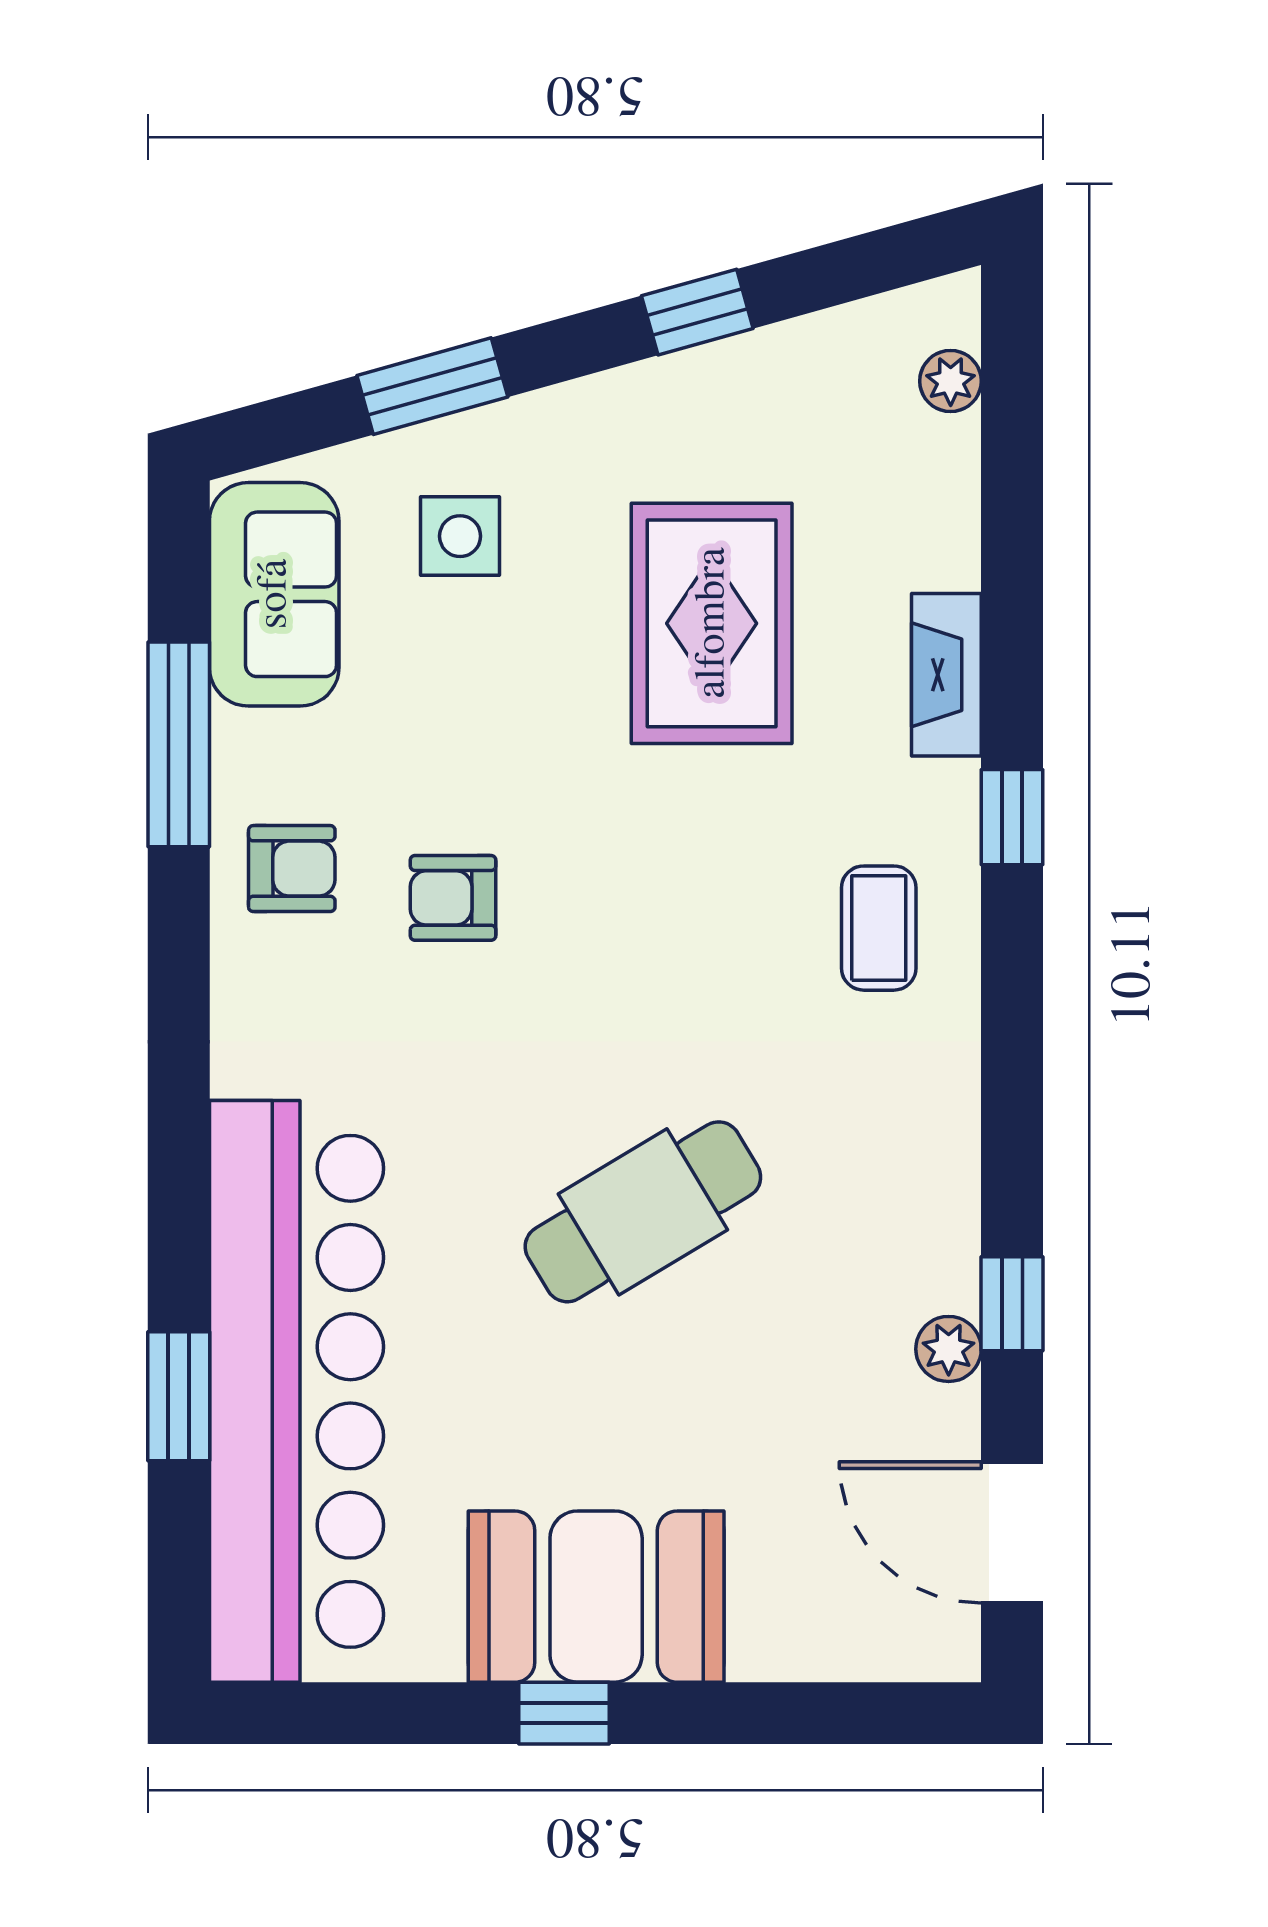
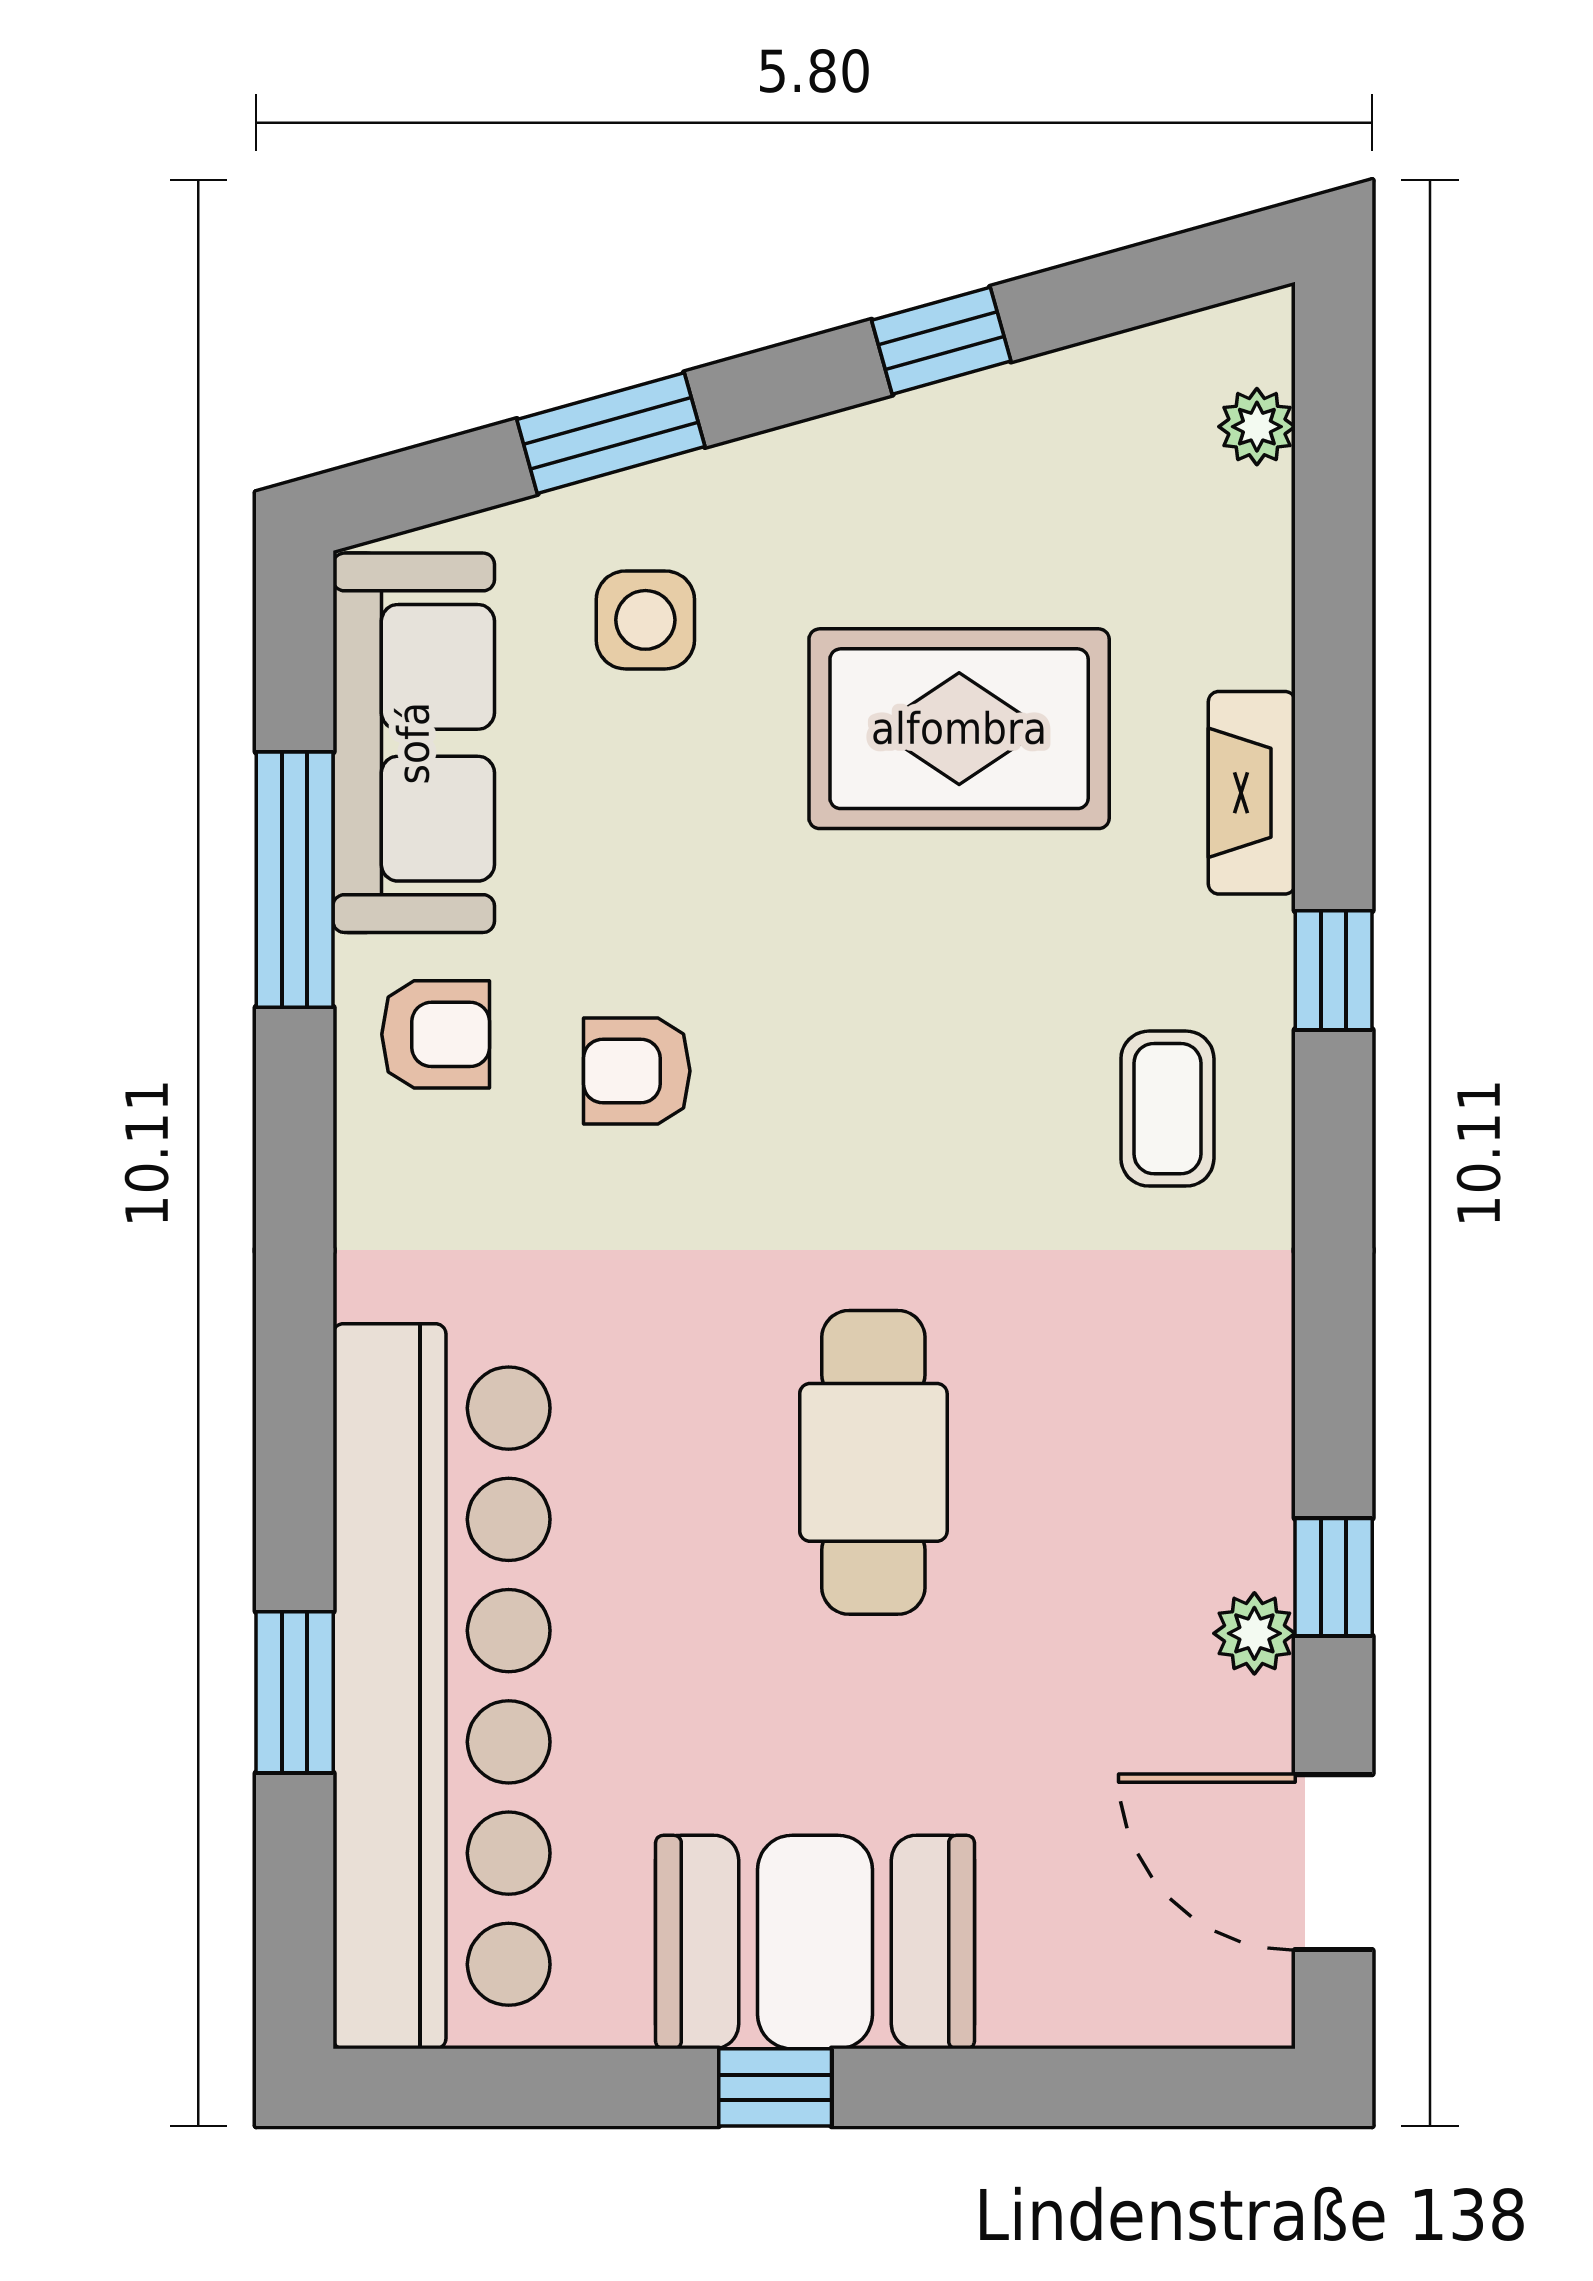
sofa: (274, 594) -> (414, 743), width x1.36
rug: (712, 623) -> (959, 729), turned 90
cafe table: (643, 1212) -> (873, 1462), turned -59

